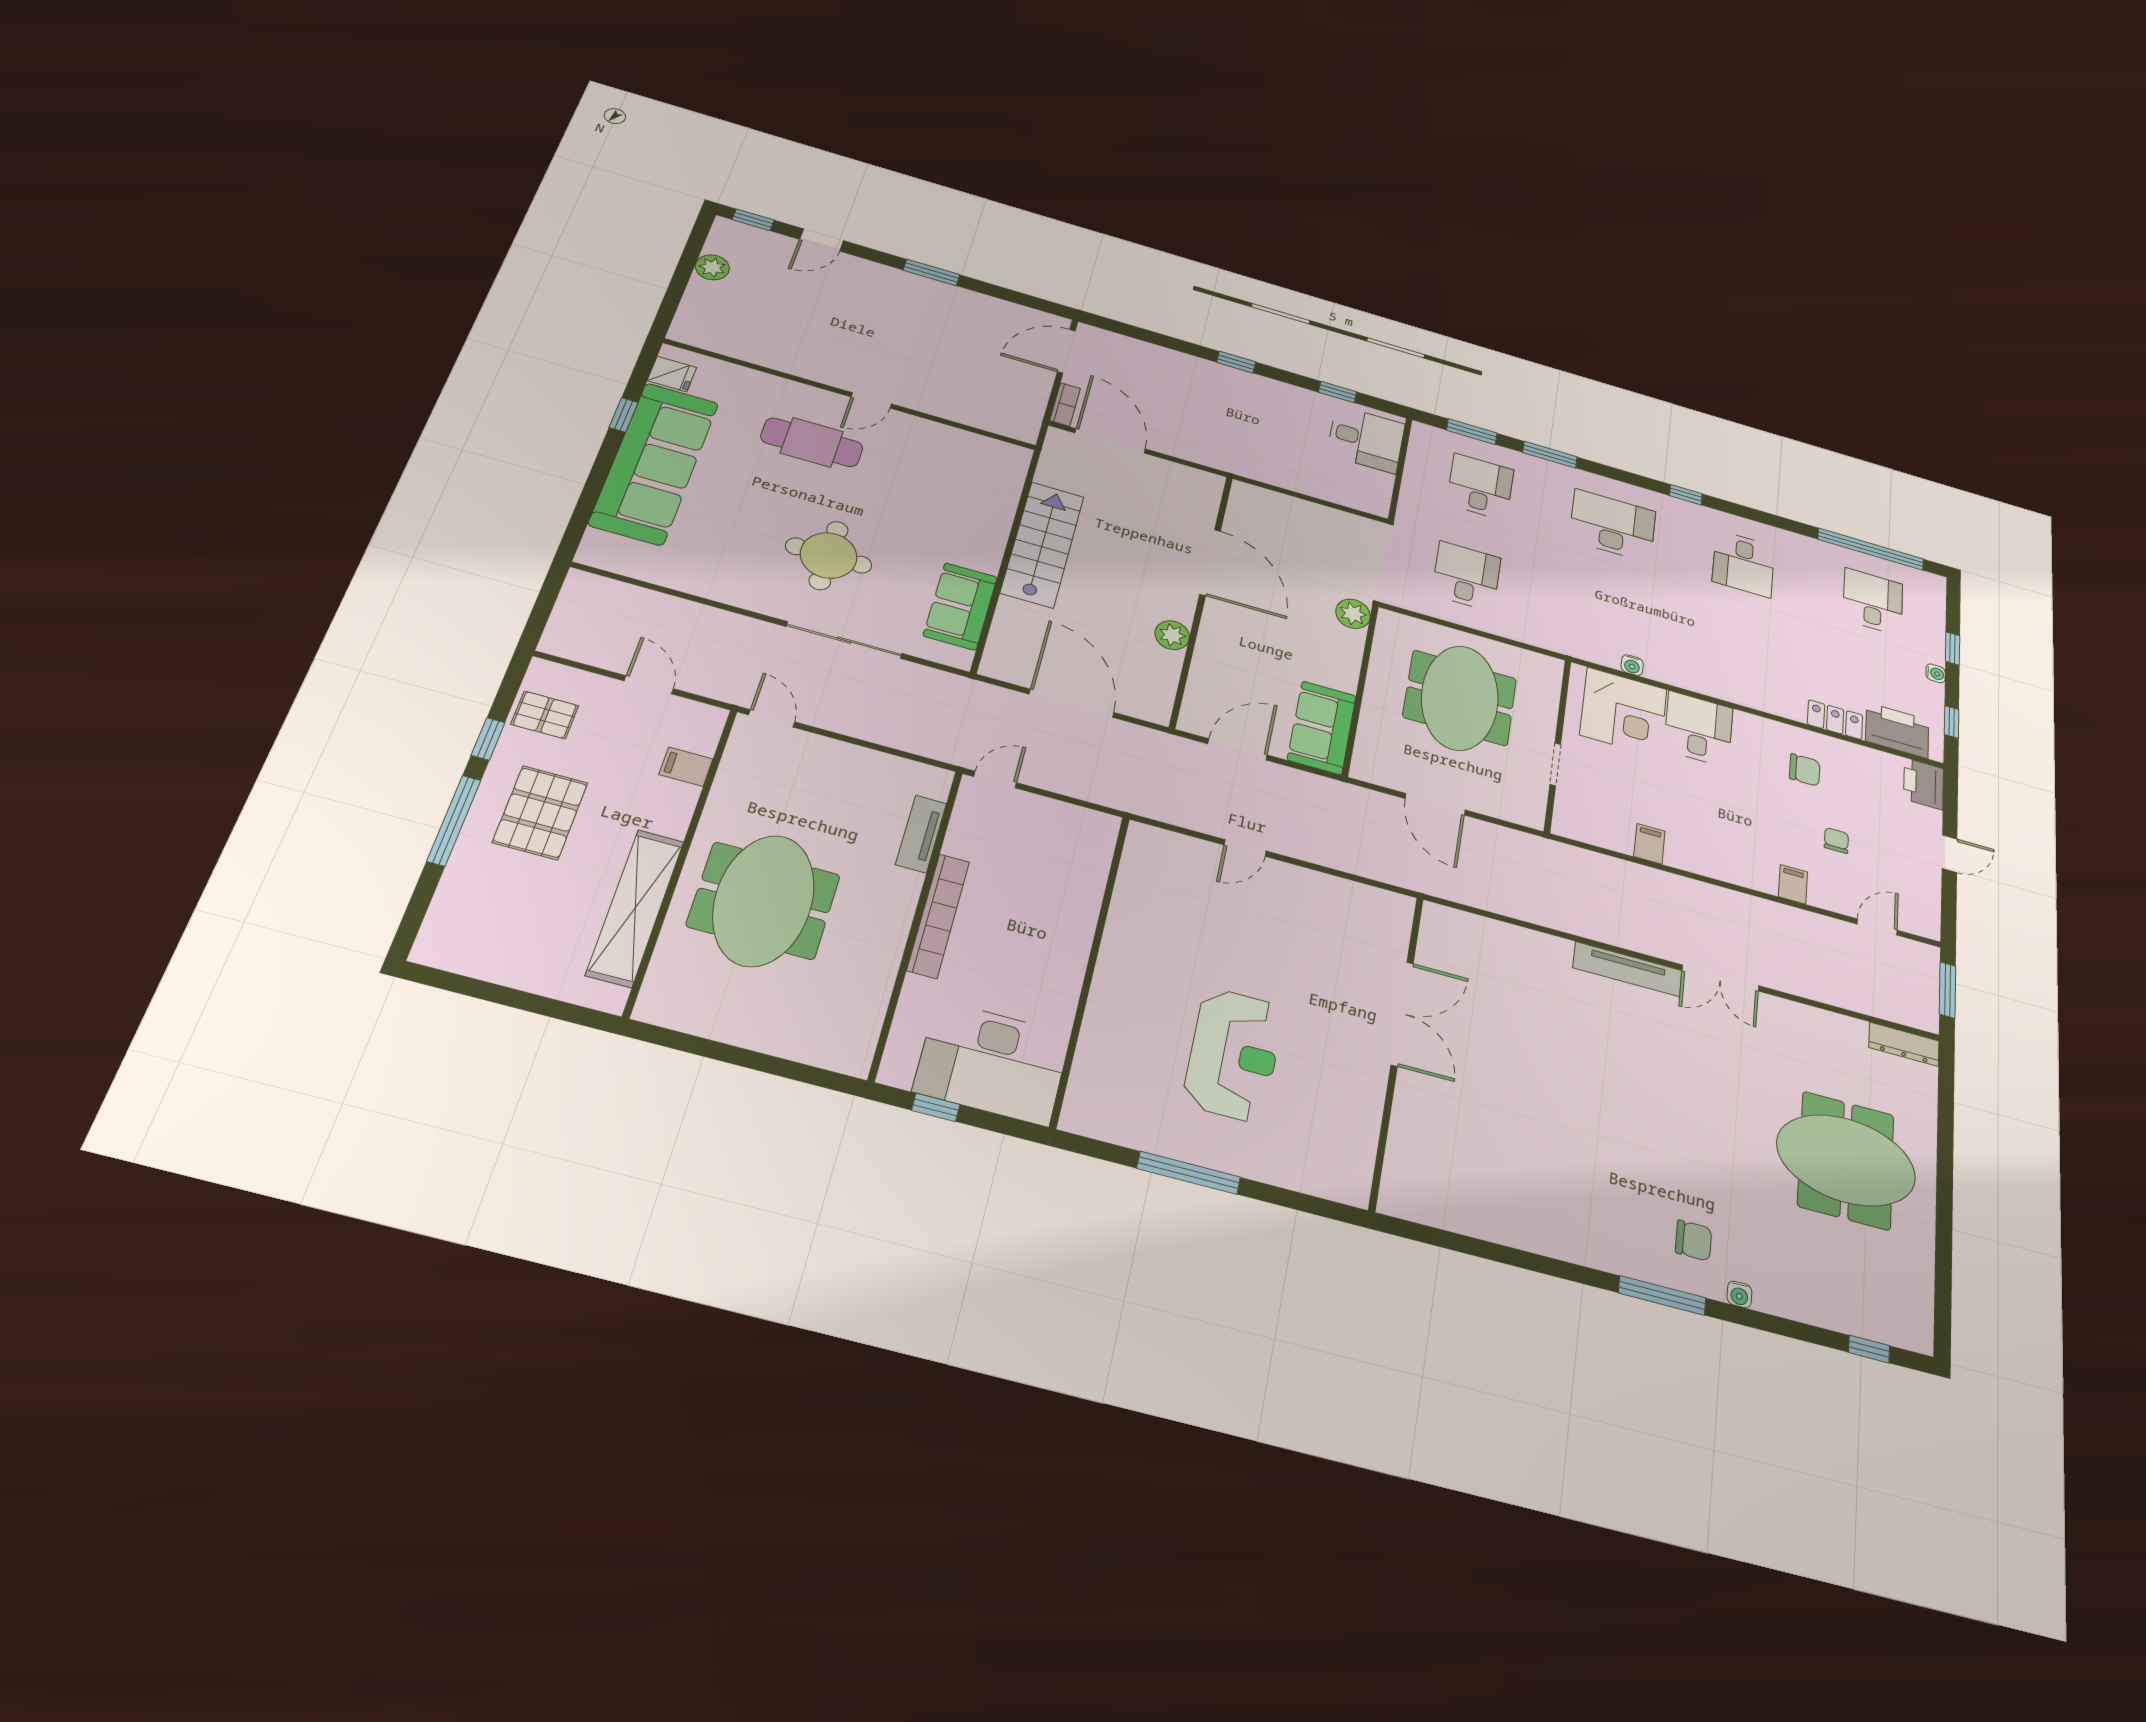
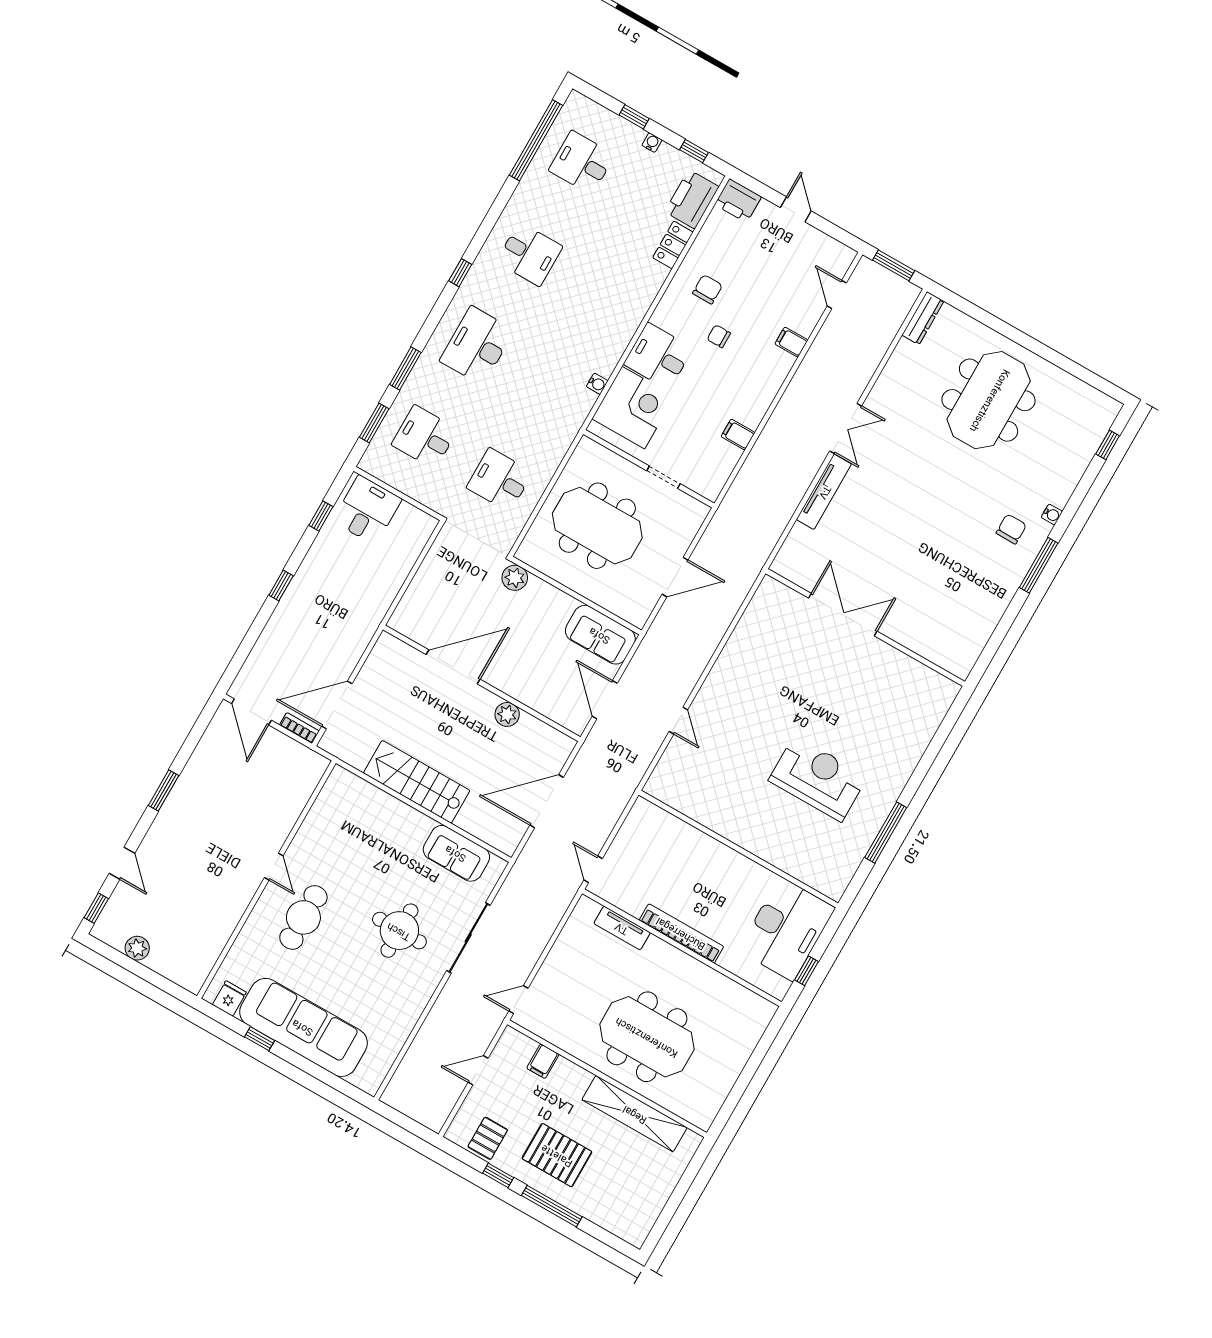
chair: (1836, 840) -> (719, 336), moved
double door: (1402, 1014) -> (843, 615), moved
wall: (1397, 1049) -> (865, 628), moved

